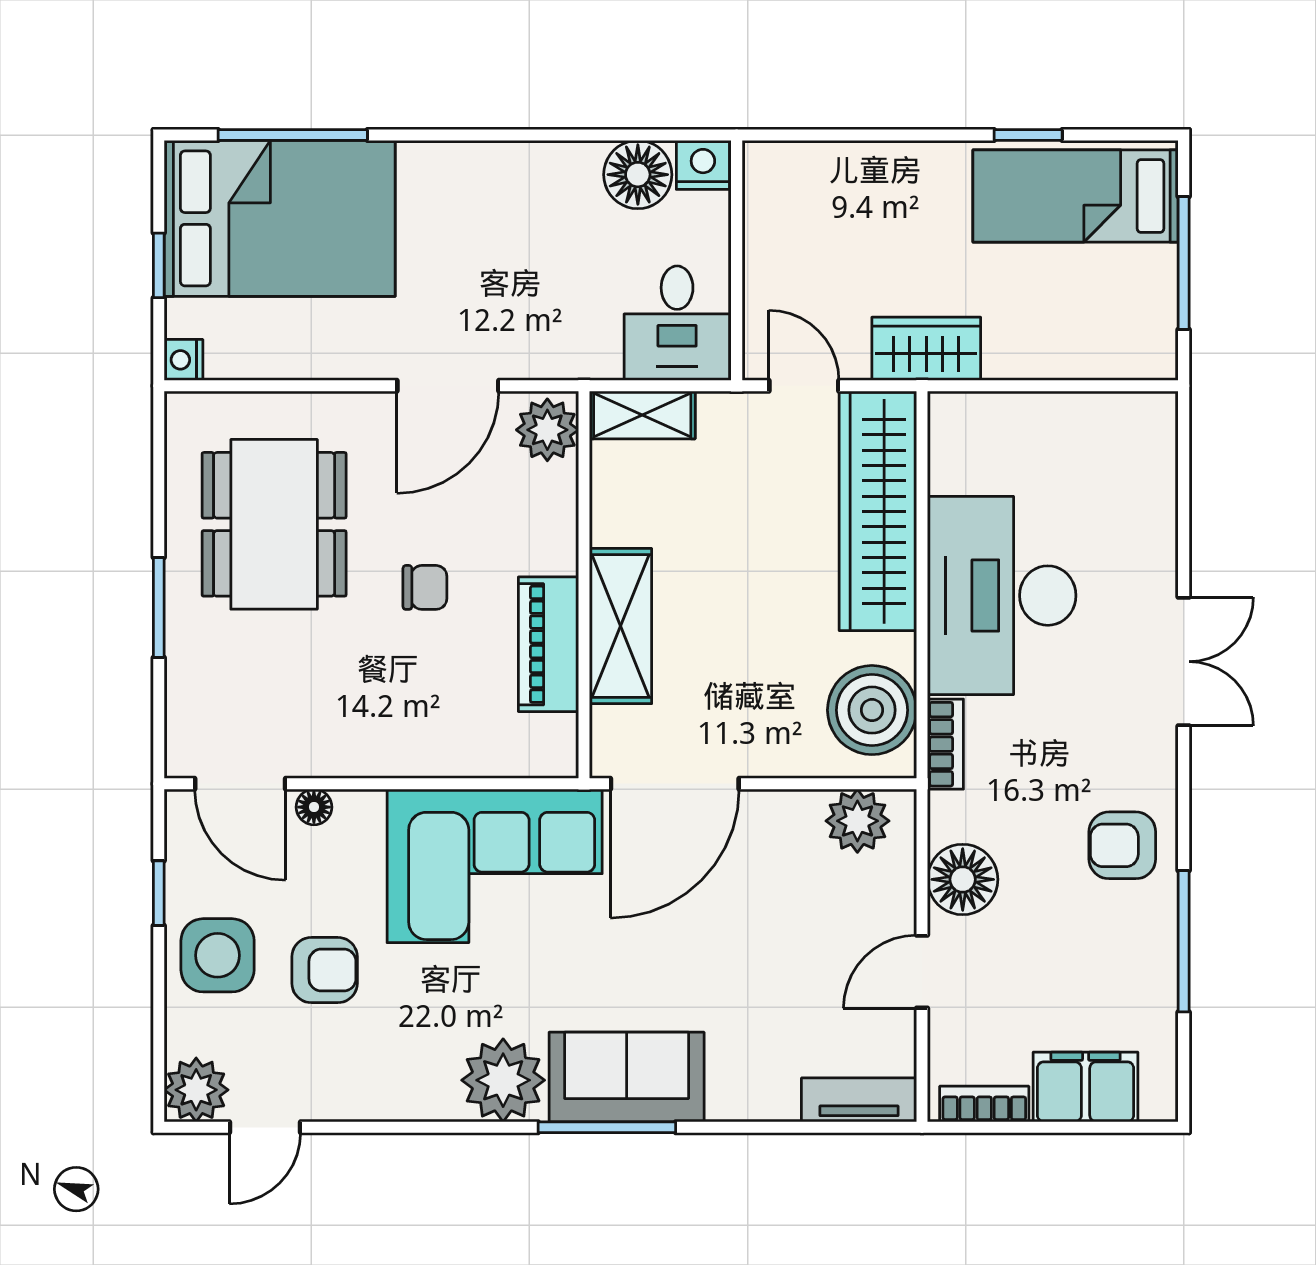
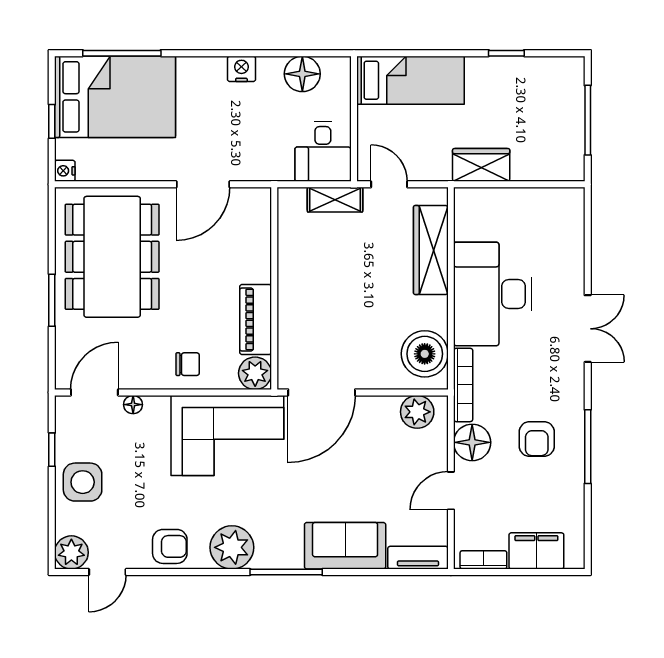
nightstand: (703, 165) -> (241, 69), moved
bed: (1076, 196) -> (410, 80), moved, turned 180
wardrobe: (926, 349) -> (481, 165), moved
shelving: (642, 415) -> (335, 200), moved
plant: (547, 430) -> (255, 373), moved
wardrobe: (878, 511) -> (431, 250), width x0.71, depth x0.85
dining table: (274, 524) -> (112, 257), width x1.36, depth x1.24
chair: (425, 587) -> (188, 364), moved
shelving: (620, 626) -> (293, 310), removed
bookcase: (945, 744) -> (463, 385), width x1.56
door: (240, 784) -> (94, 392), swing flipped
armchair: (1122, 845) -> (537, 439), moved, turned -90
window: (1184, 941) -> (588, 447), moved
armchair: (325, 970) -> (170, 546), moved
sofa: (627, 1077) -> (345, 546), moved

